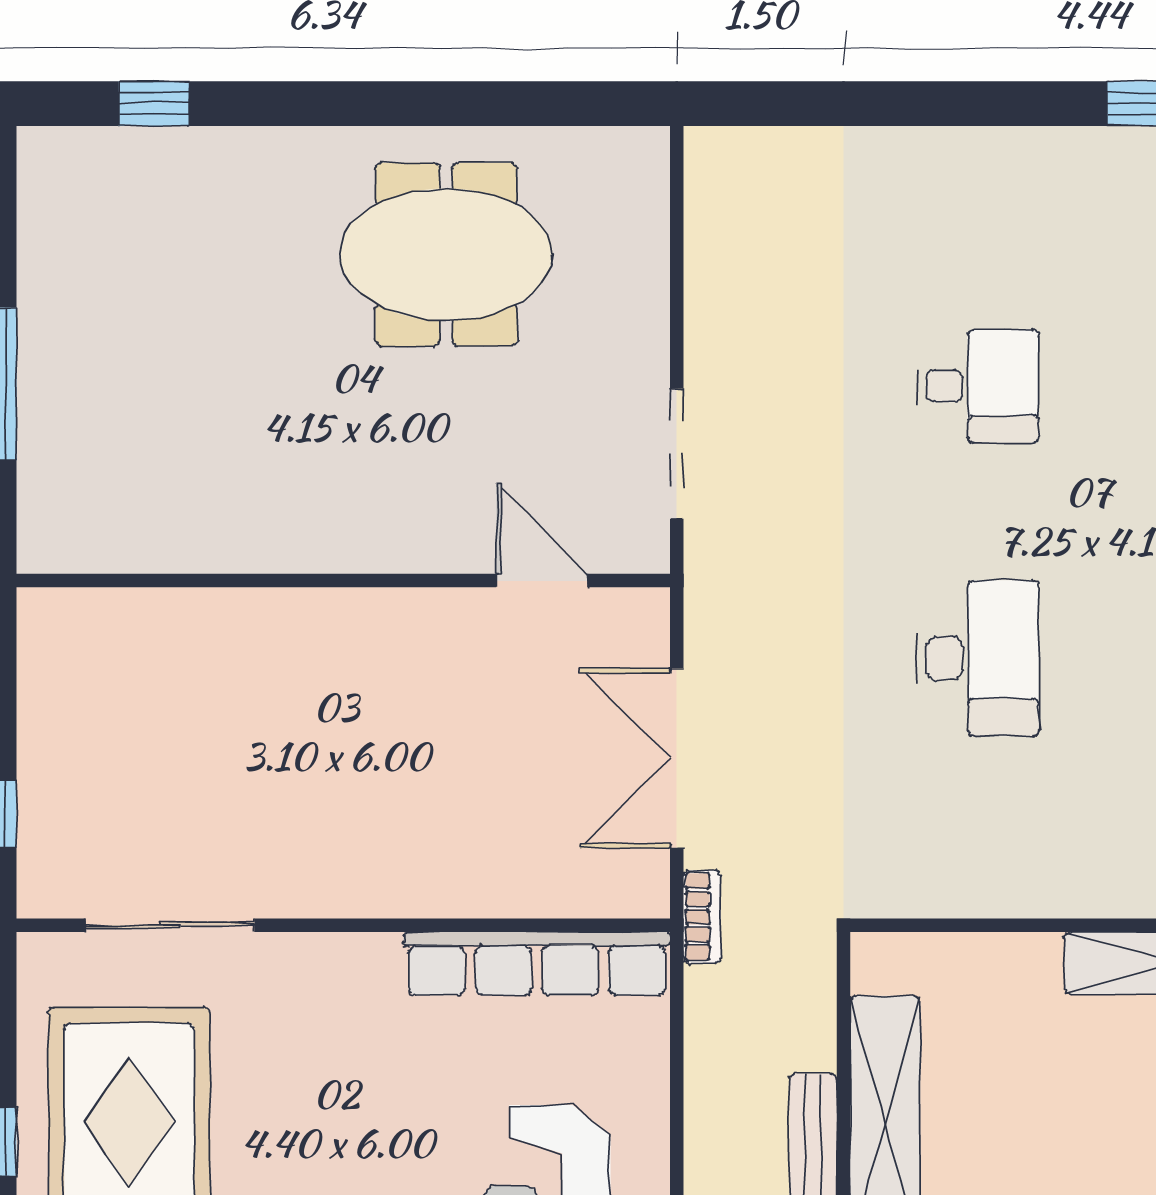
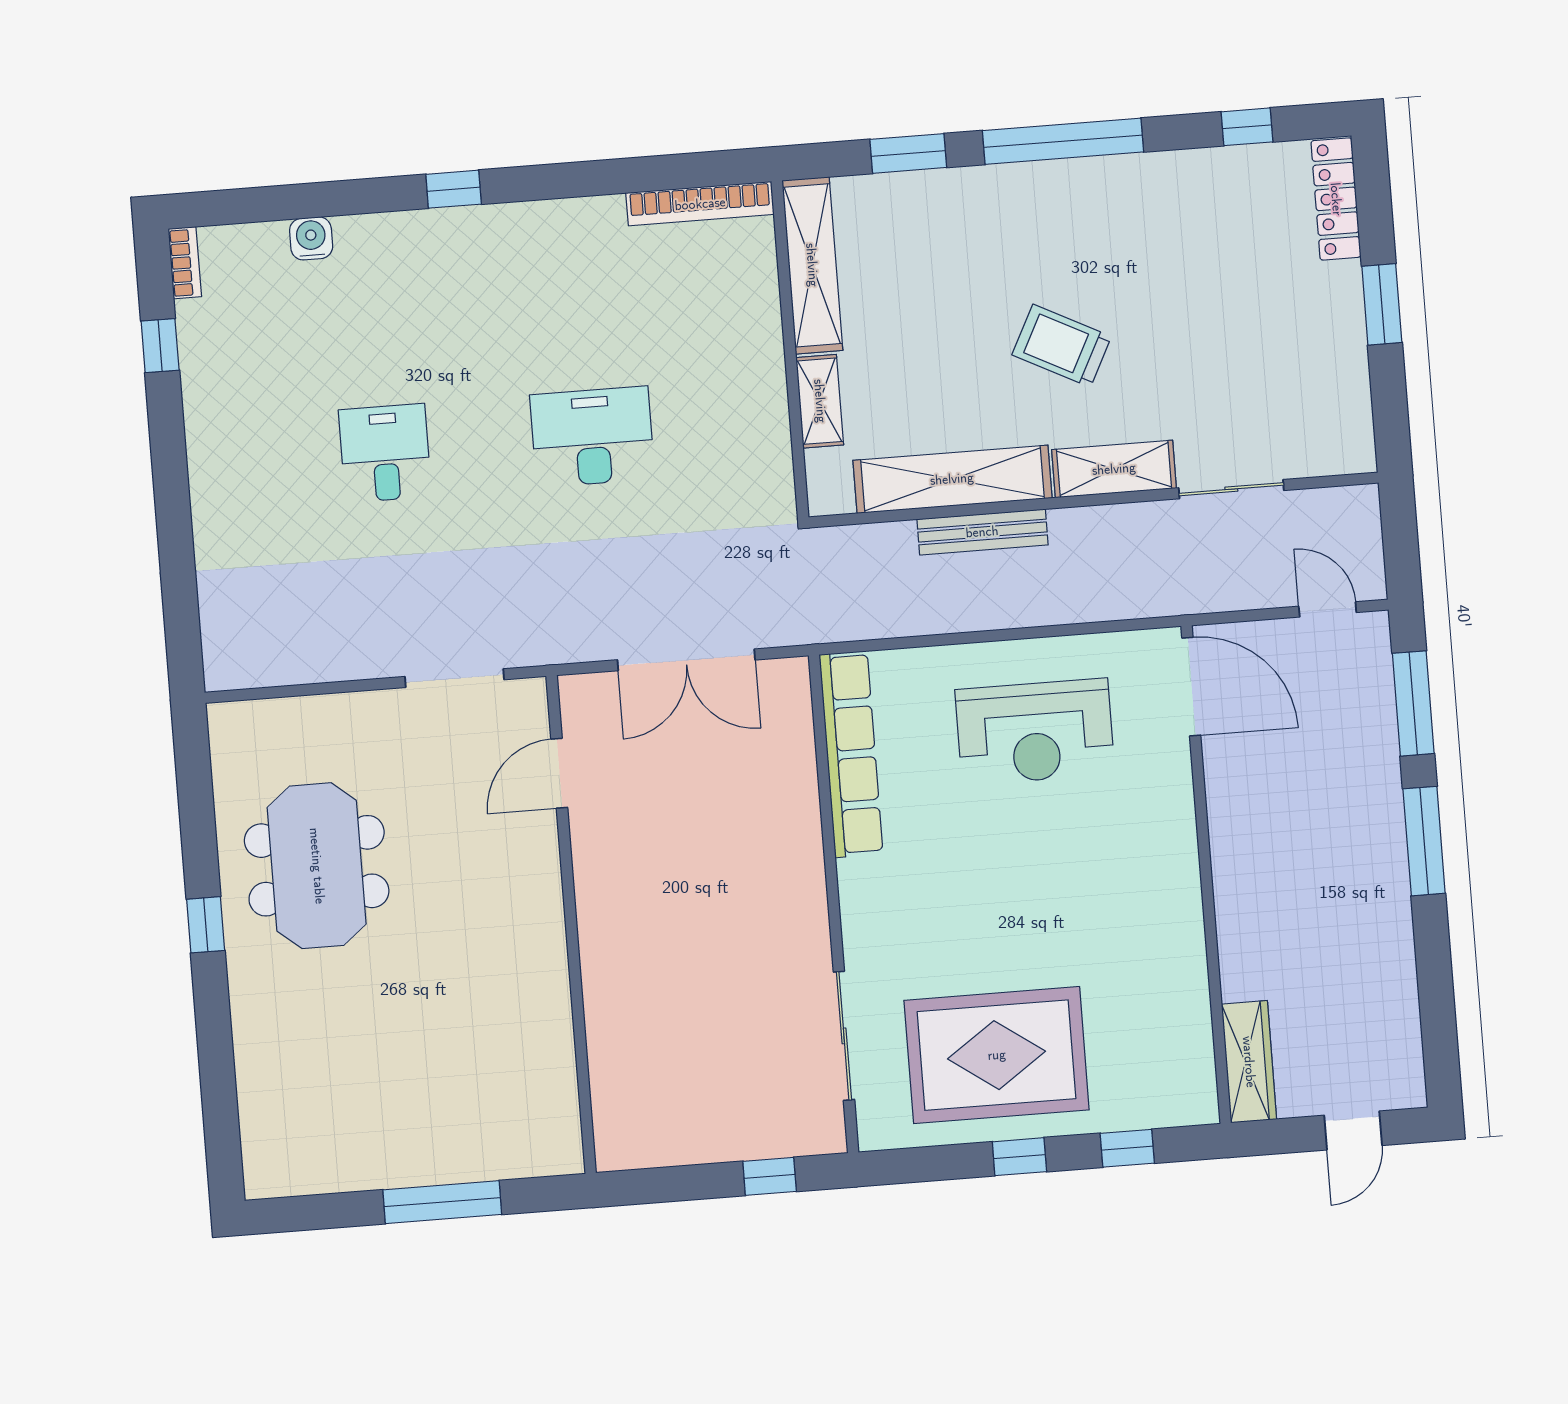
window: (154, 104) -> (206, 925), moved
bookcase: (702, 917) -> (806, 631), removed
shelving: (1001, 959) -> (820, 401), added

